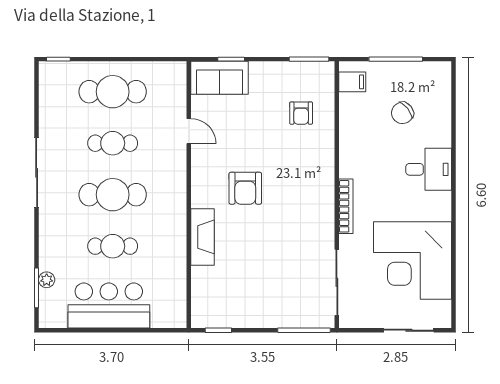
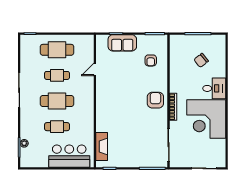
sofa: (219, 78) -> (122, 43), moved
filing cabinet: (352, 82) -> (176, 45), removed
door: (189, 131) -> (95, 69), swing flipped
armchair: (245, 188) -> (155, 100), moved, turned 180
fireplace: (202, 237) -> (102, 146), moved
corner desk: (413, 260) -> (206, 119), moved
bar counter: (109, 305) -> (69, 156), moved

